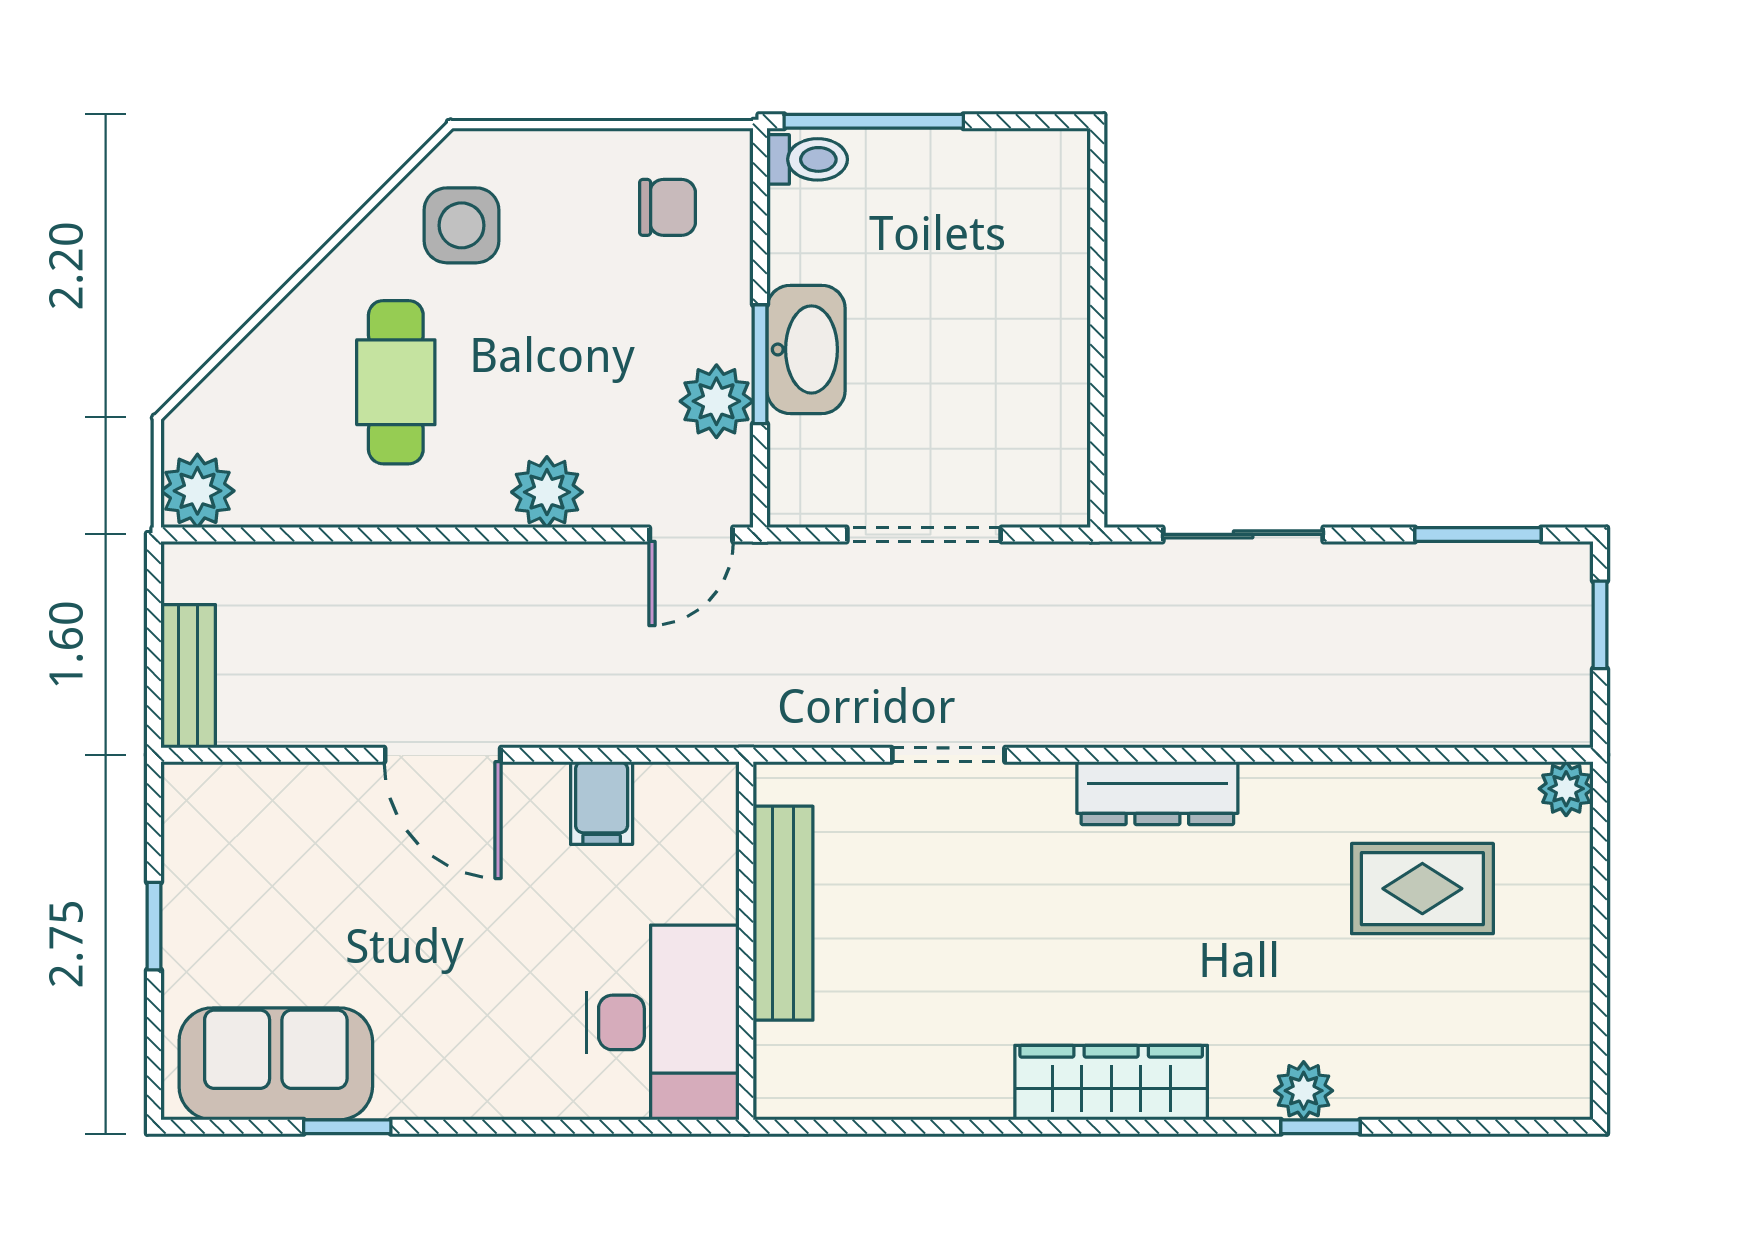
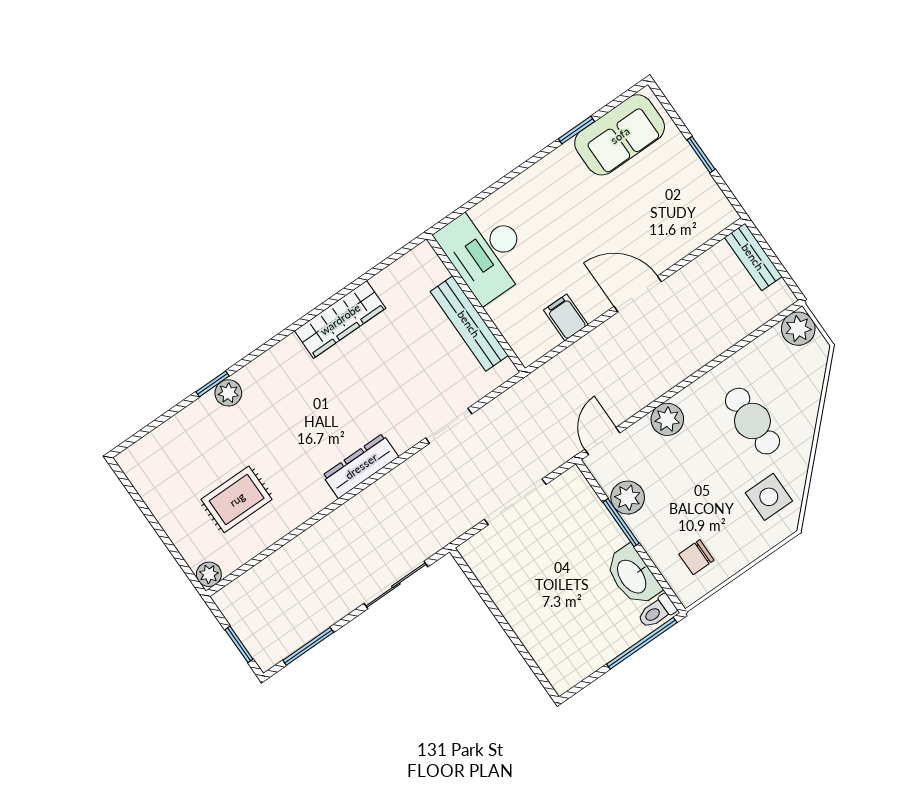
washbasin: (806, 349) -> (633, 576), moved
wardrobe: (1111, 1083) -> (340, 319), moved

